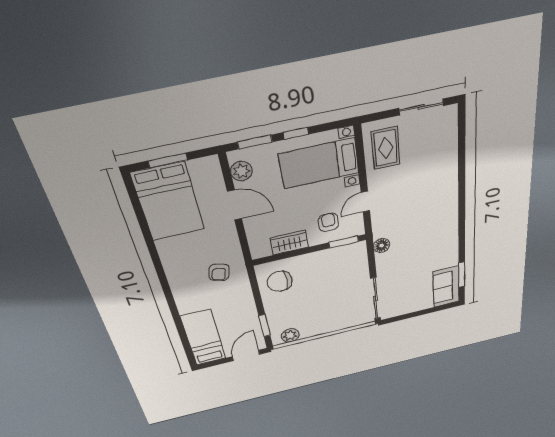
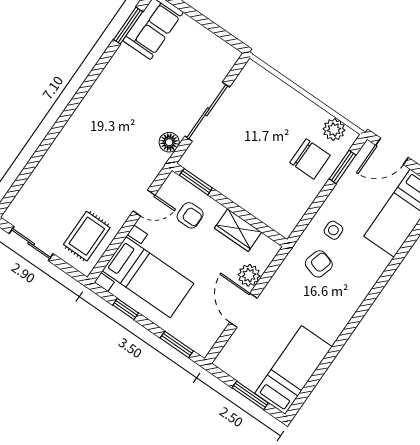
window: (296, 133) -> (126, 309), moved
plant: (241, 171) -> (249, 275), moved
bed: (168, 202) -> (293, 370), width x0.67
armchair: (328, 222) -> (190, 215), turned -90
chair: (280, 281) -> (310, 159), moved
side table: (232, 295) -> (333, 230), added
sliding door: (376, 299) -> (207, 112), moved

